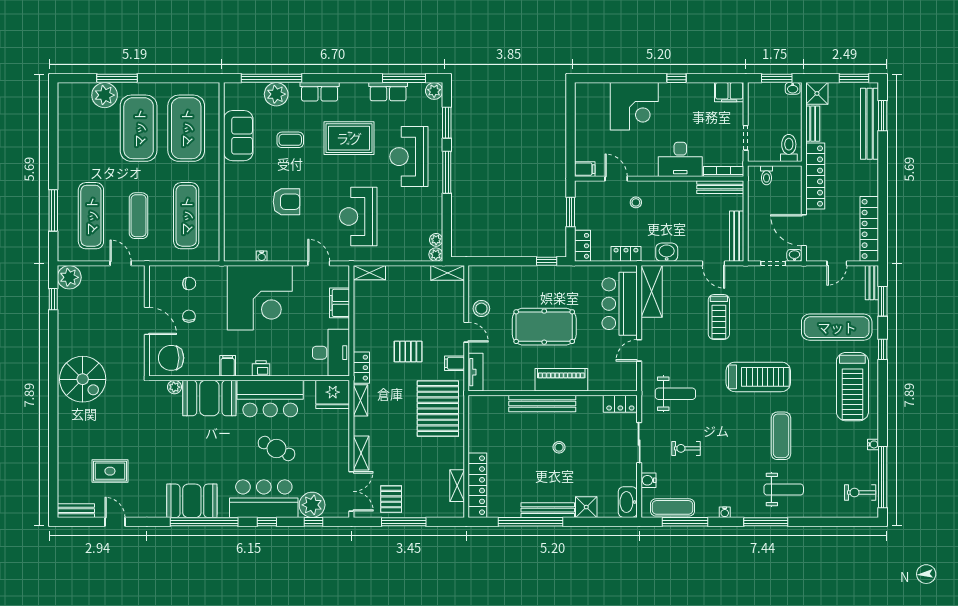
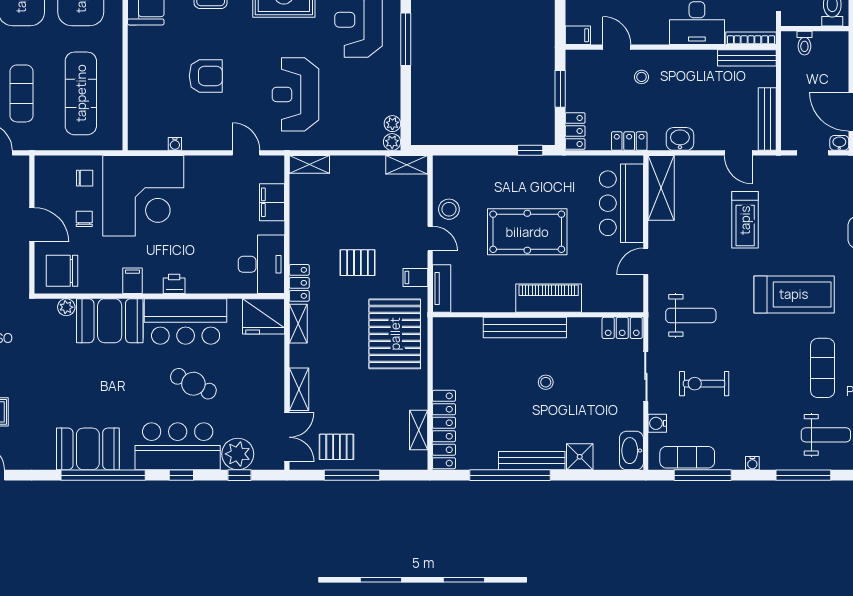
corner desk: (260, 298) -> (143, 196), moved
exercise bike: (686, 448) -> (704, 384), width x1.38, depth x1.39
pallet: (391, 499) -> (336, 447), turned 90

